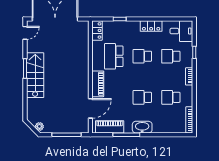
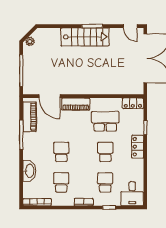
locker: (151, 26) -> (138, 147), moved
washbasin: (142, 127) -> (29, 171), moved

